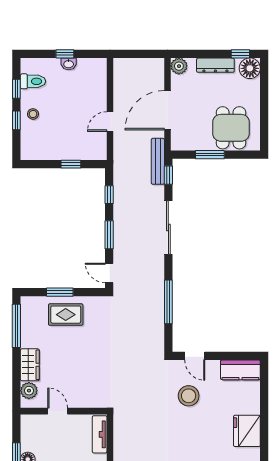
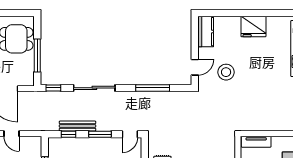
window: (210, 155) -> (37, 55), width x1.44
bench: (158, 161) -> (78, 126), moved

